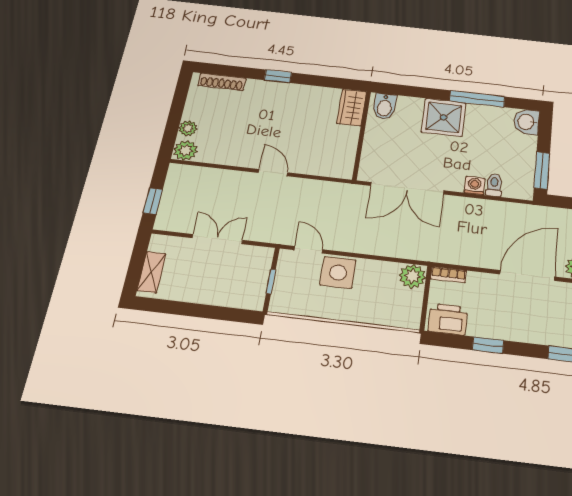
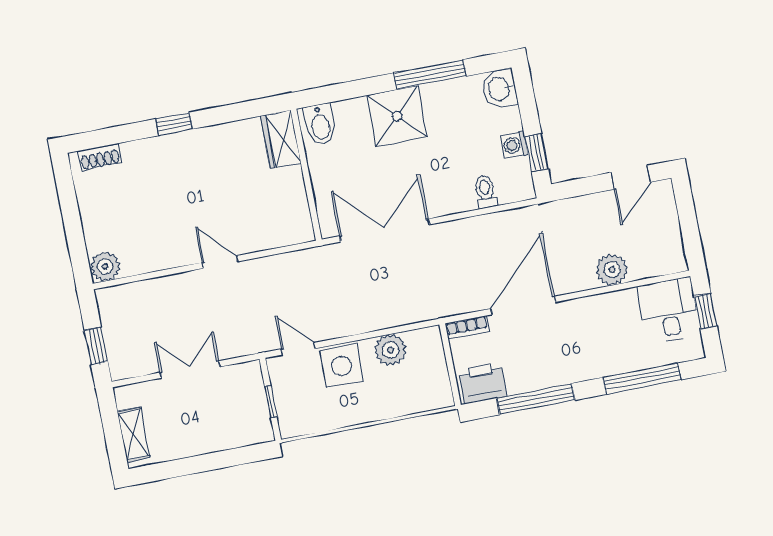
shoe rack: (222, 82) -> (100, 157), width x0.70
plant: (188, 128) -> (95, 235), removed
window: (542, 170) -> (536, 153), width x0.67
washing machine: (475, 186) -> (514, 145), moved, turned -90
double door: (407, 188) -> (385, 230), swing flipped
plant: (412, 276) -> (390, 350), moved
door: (527, 276) -> (523, 305), moved
window: (488, 345) -> (536, 399), width x2.17

